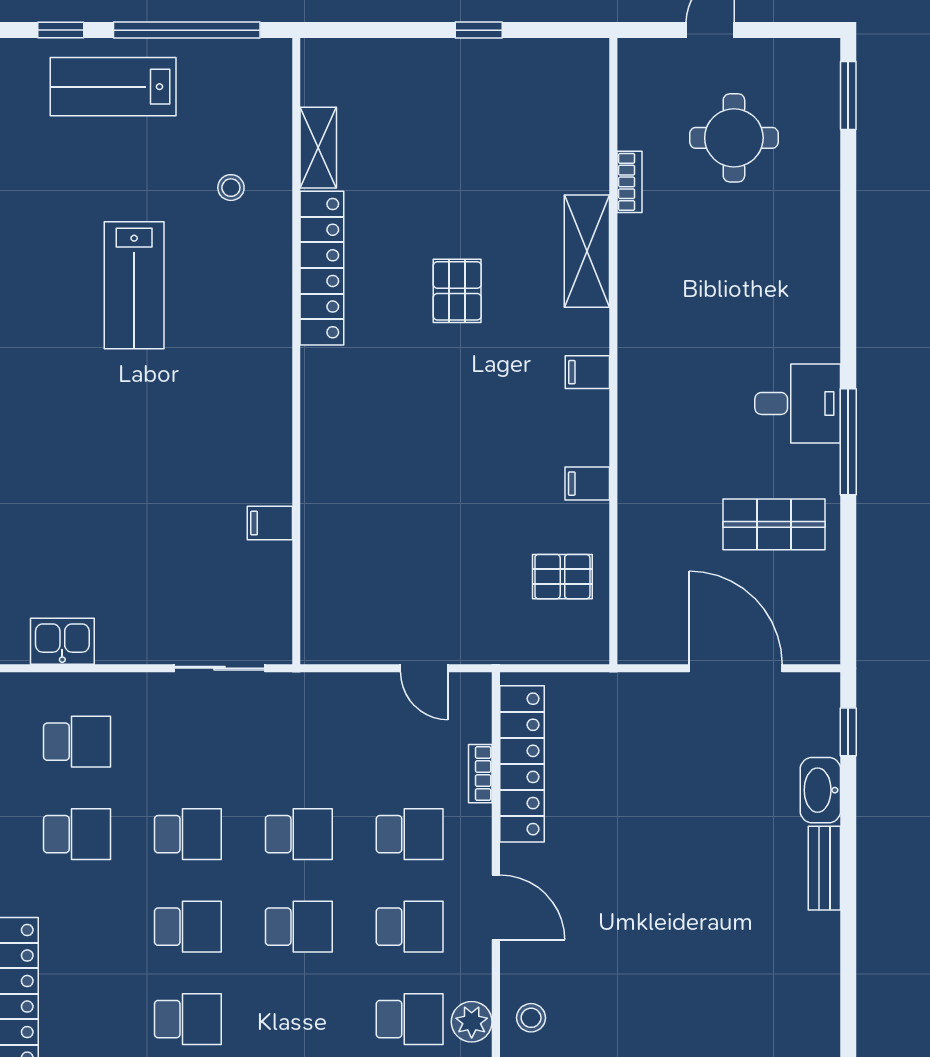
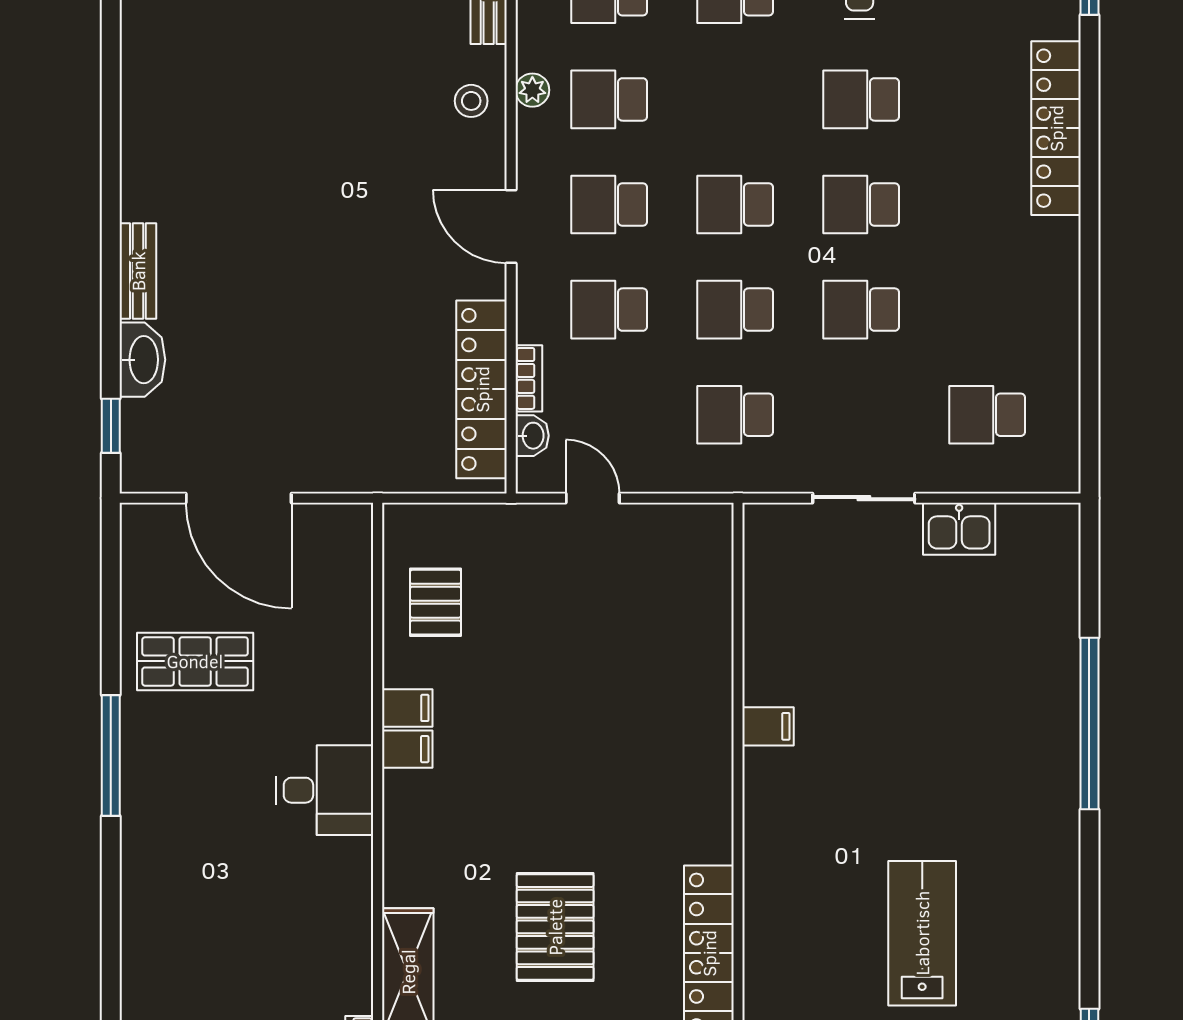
pallet: (457, 291) -> (555, 927), width x1.50, depth x1.42
filing cabinet: (587, 372) -> (407, 749), moved
desk: (798, 403) -> (325, 790), moved, turned 180
filing cabinet: (270, 523) -> (768, 726), moved
pallet: (562, 577) -> (436, 602), turned 90
kitchen sink: (62, 641) -> (959, 529), moved
sliding door: (220, 668) -> (864, 498), moved
washbasin: (477, 723) -> (532, 436), added
school desk: (77, 834) -> (735, 415), moved
plant: (472, 1022) -> (532, 90), width x0.73, depth x0.73

